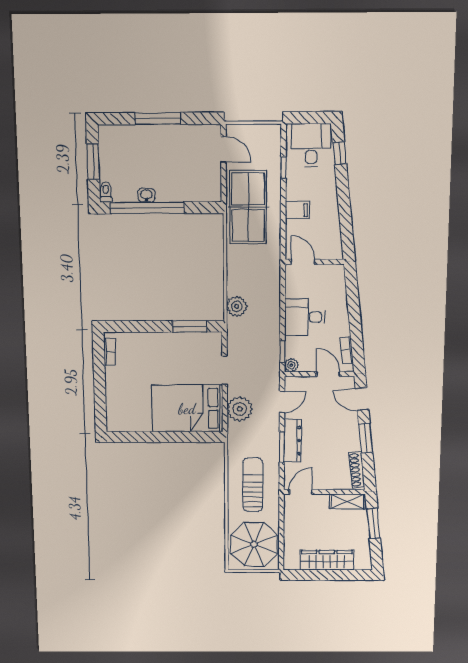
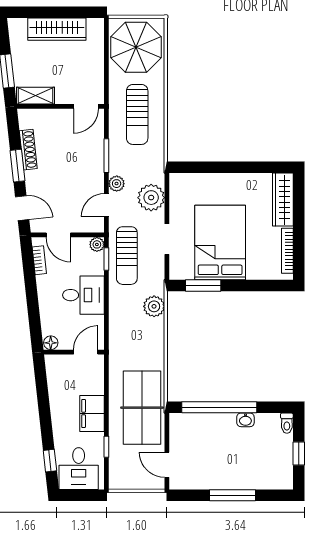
window: (93, 162) -> (299, 453), width x0.67
window: (147, 208) -> (219, 407), moved
filing cabinet: (297, 210) -> (92, 413), width x2.00
door: (303, 262) -> (86, 352), swing flipped
floor lamp: (337, 271) -> (51, 343), added
bookcase: (110, 352) -> (287, 251), width x1.56
sun lounger: (263, 355) -> (127, 256), added
wardrobe: (115, 407) -> (283, 200), added
bed: (187, 409) -> (220, 243), moved, turned -90
plant: (272, 422) -> (117, 184), added
dresser: (292, 441) -> (95, 163), removed
shoe rack: (357, 470) -> (28, 150), moved

